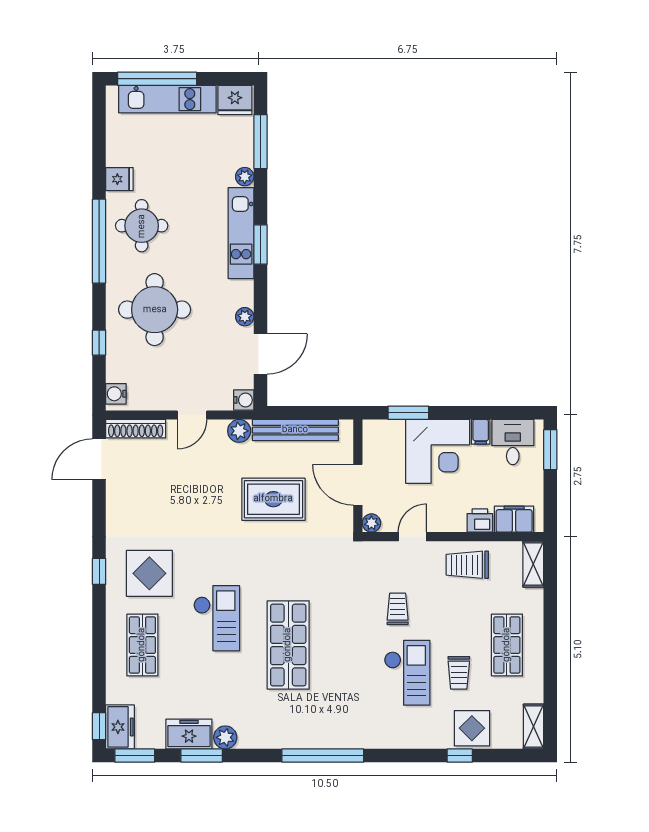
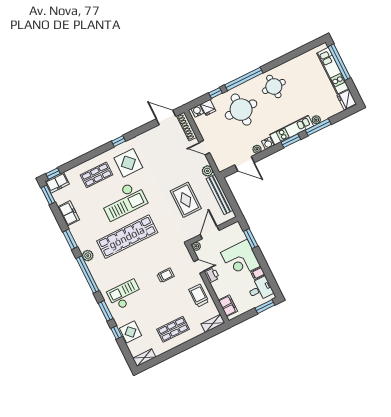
window: (261, 142) -> (318, 127), moved
fridge: (119, 179) -> (208, 107), moved
window: (99, 241) -> (244, 79), moved
water cooler: (244, 400) -> (268, 143), moved
printer: (480, 521) -> (212, 275), moved
checkout: (217, 618) -> (123, 201), width x1.36, depth x1.21
shop shelf: (288, 645) -> (127, 237), width x1.40
checkout: (407, 673) -> (125, 295), moved, turned 180
trolley: (459, 673) -> (151, 315), removed
plant: (225, 737) -> (88, 256), moved
window: (202, 756) -> (70, 239), moved
window: (409, 756) -> (106, 311), added

